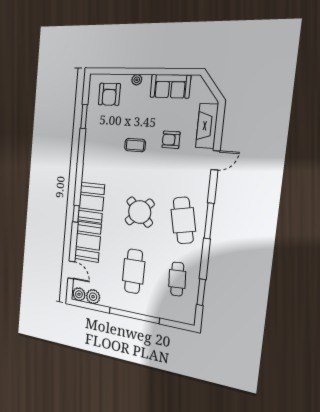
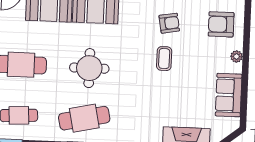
armchair: (171, 140) -> (169, 23), moved, turned 80
round table: (140, 212) -> (89, 68), turned 45

